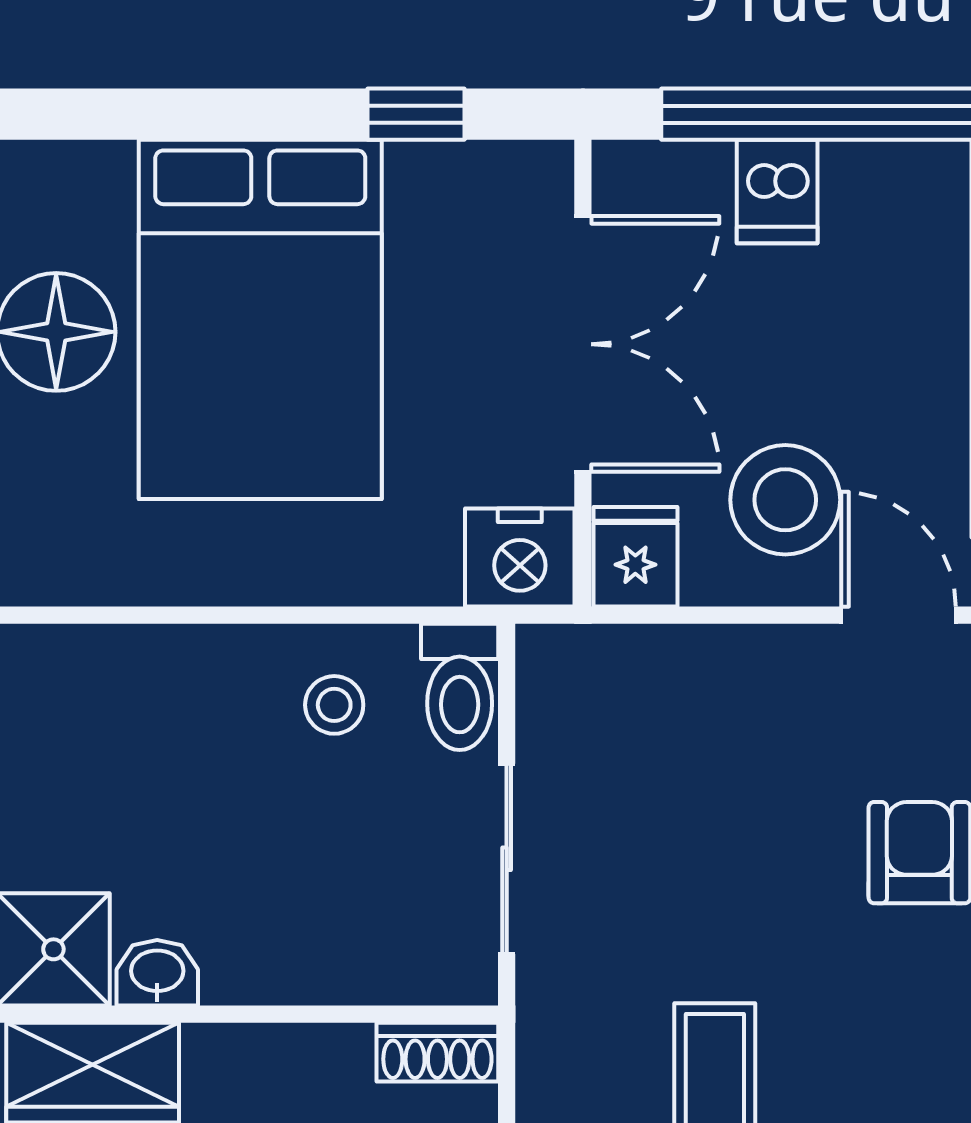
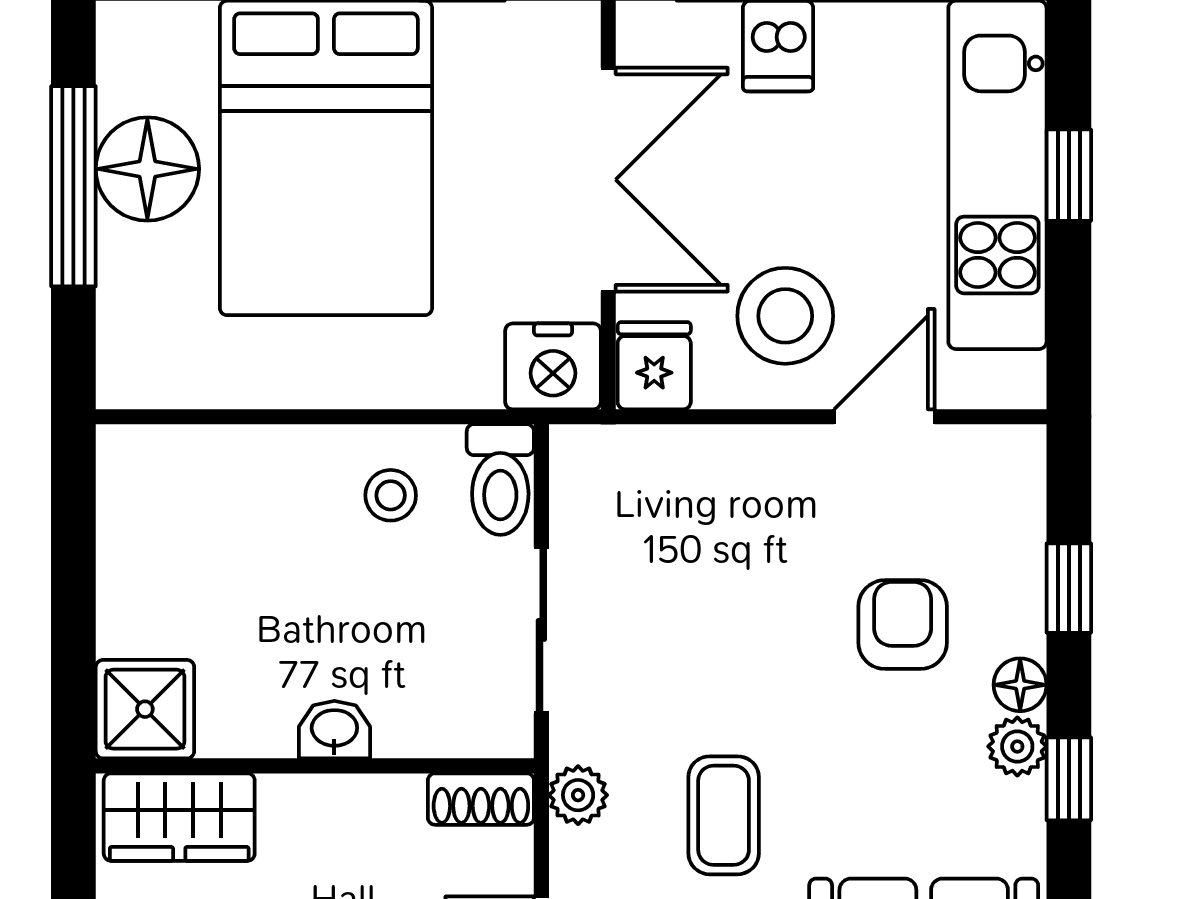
door: (899, 615) -> (884, 417), hinge flipped
washbasin: (157, 973) -> (334, 730), moved
plant: (548, 1048) -> (578, 795), added

